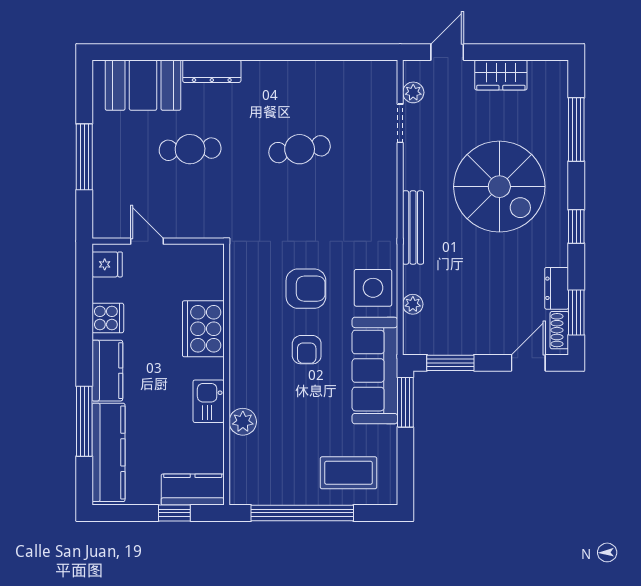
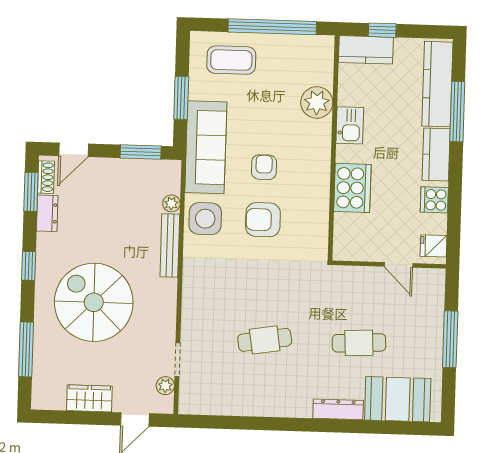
bench: (413, 227) -> (170, 245), moved
window: (405, 402) -> (181, 98), moved
plant: (243, 422) -> (317, 103), width x1.36, depth x1.36

